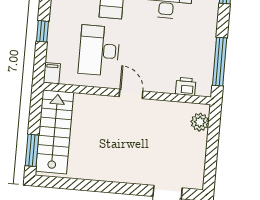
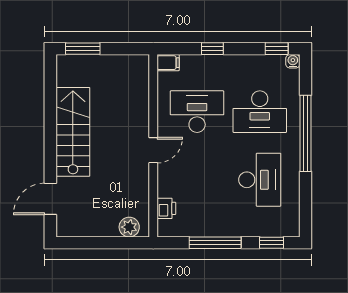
window: (220, 62) -> (215, 243), moved
stairs: (55, 132) -> (73, 132), moved, turned -90

